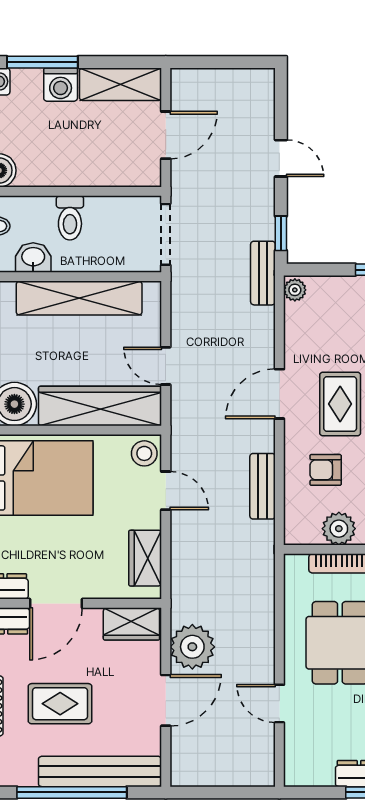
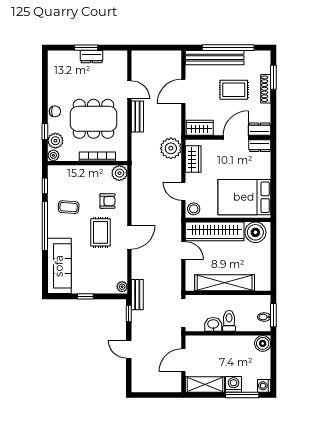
washbasin: (33, 258) -> (213, 324), moved, turned 180
bench: (263, 486) -> (137, 116), moved
plant: (339, 529) -> (119, 173), moved
plant: (192, 647) -> (171, 148), moved

